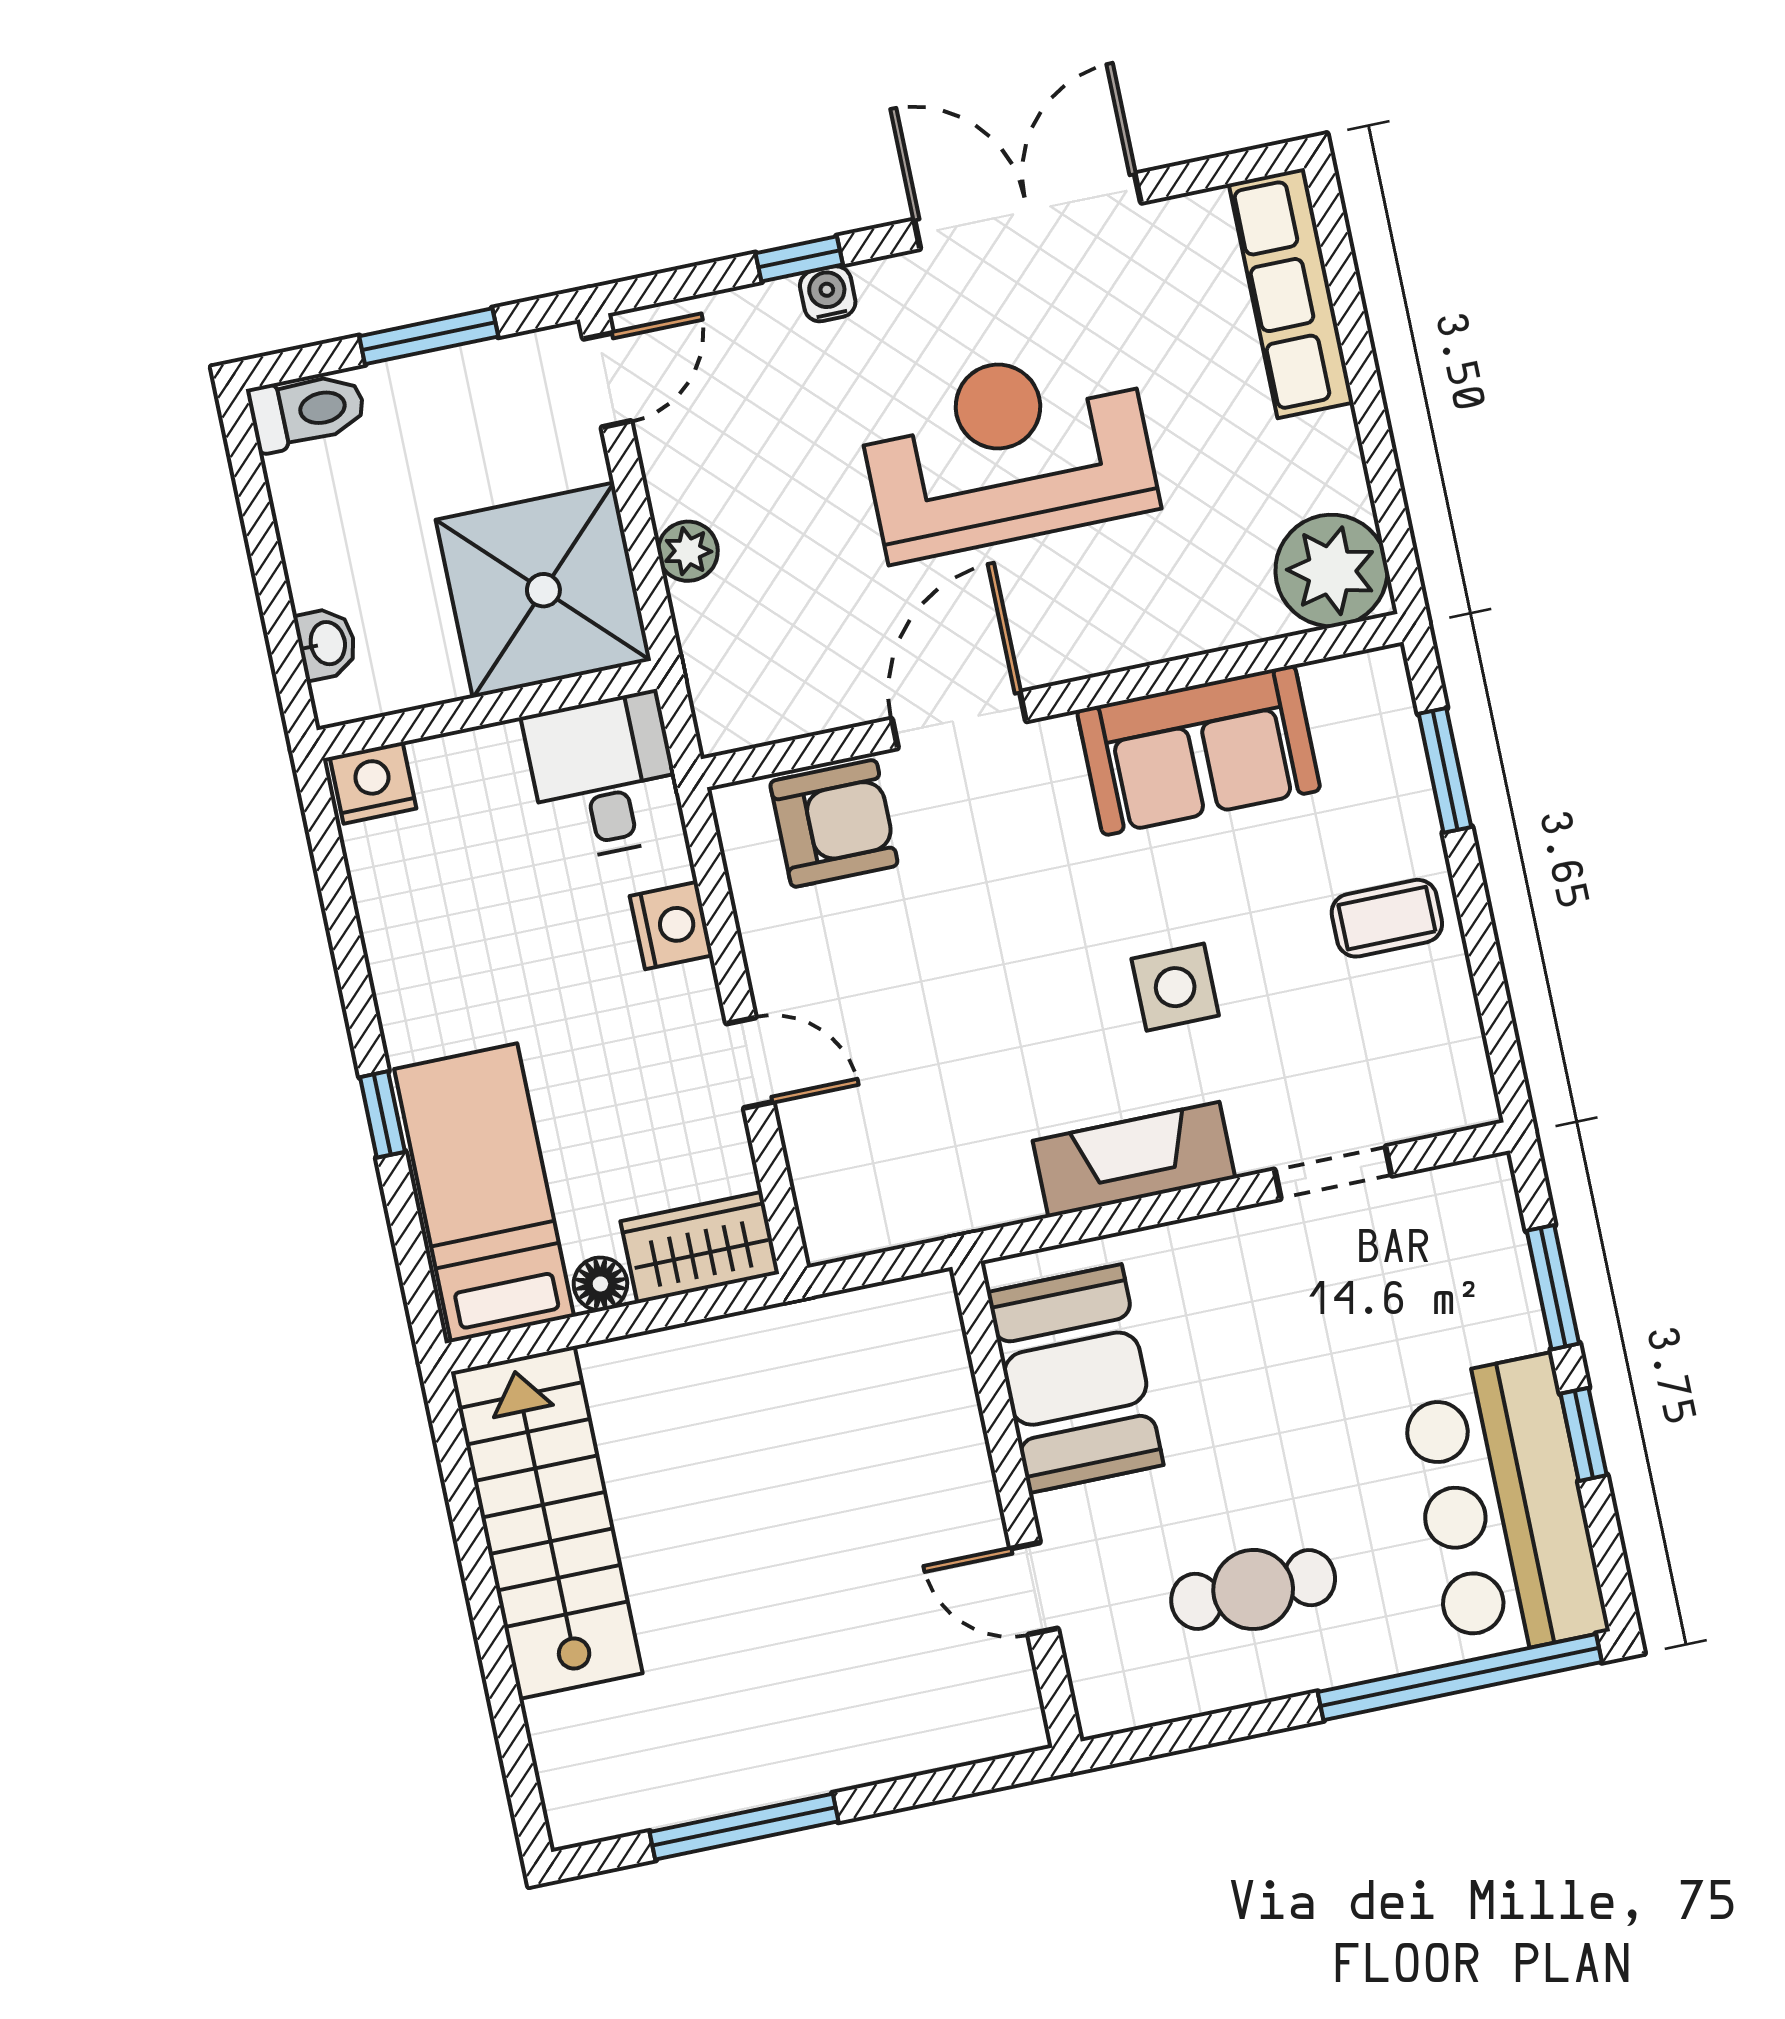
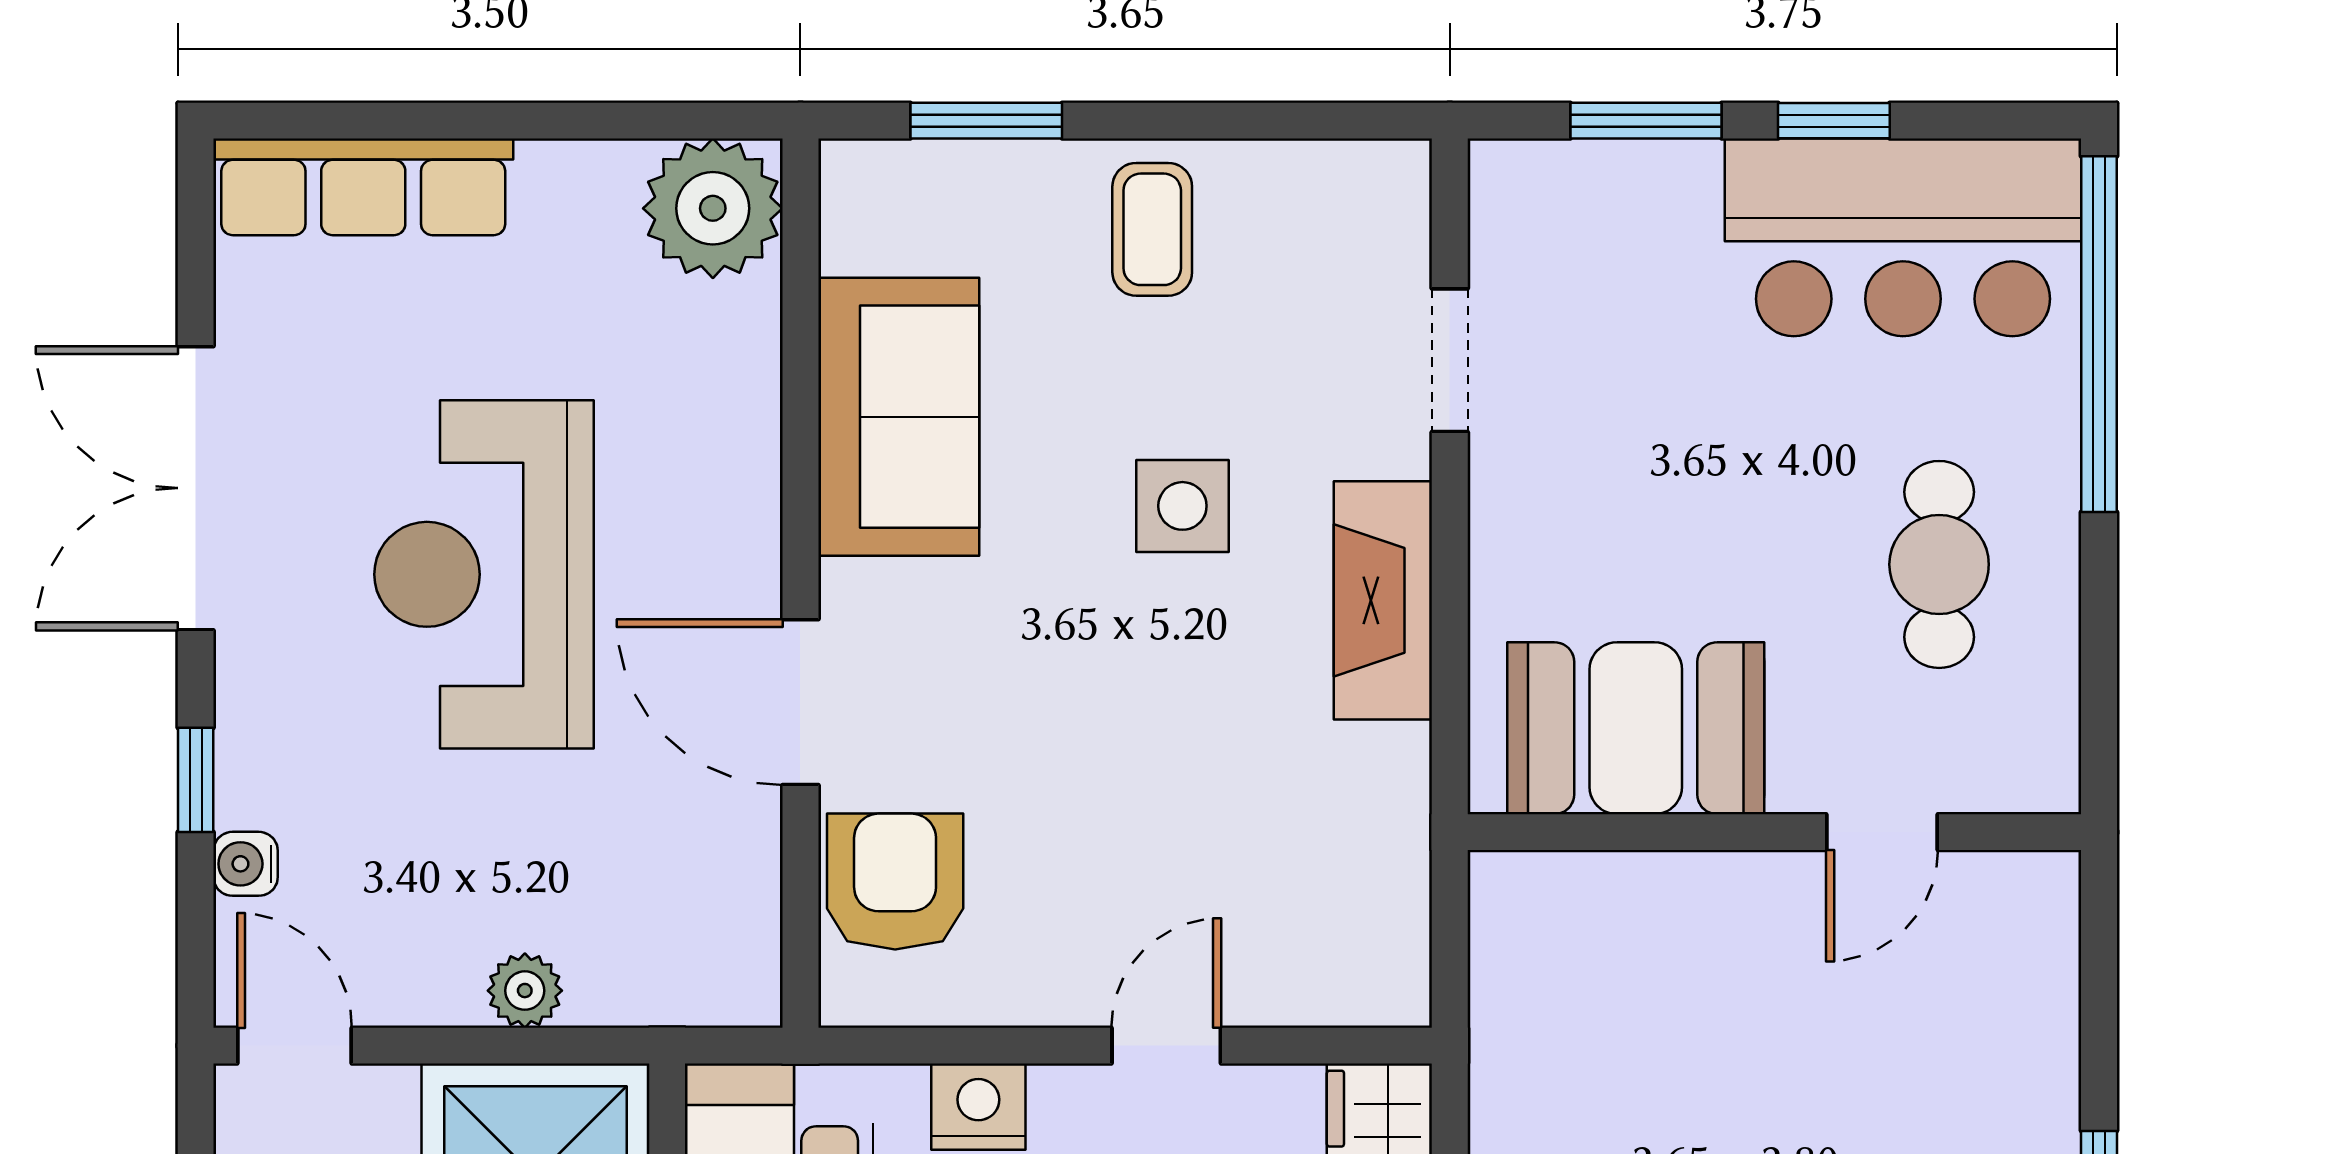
water cooler: (828, 294) -> (246, 864), moved

